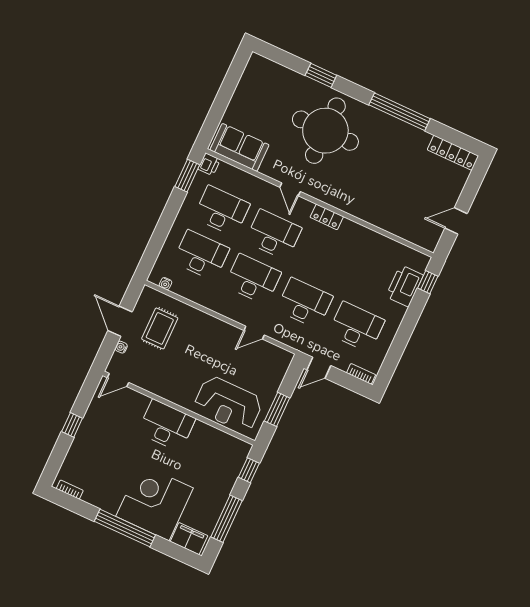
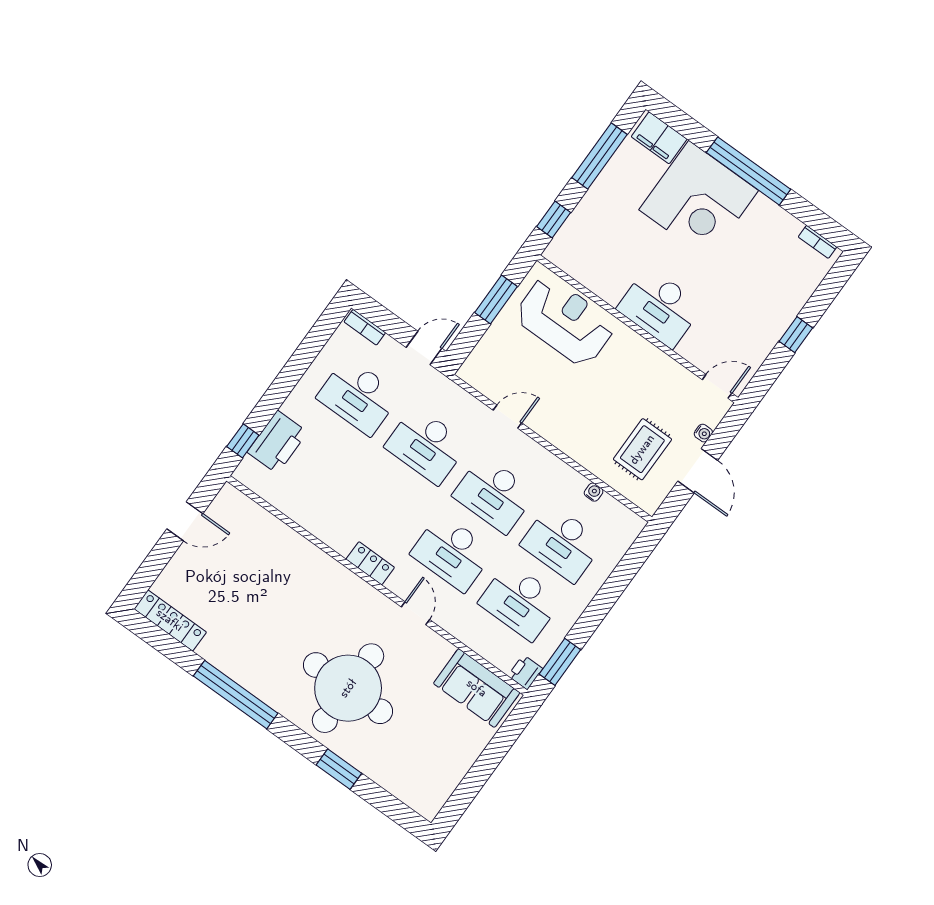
water cooler: (165, 284) -> (594, 492), moved

